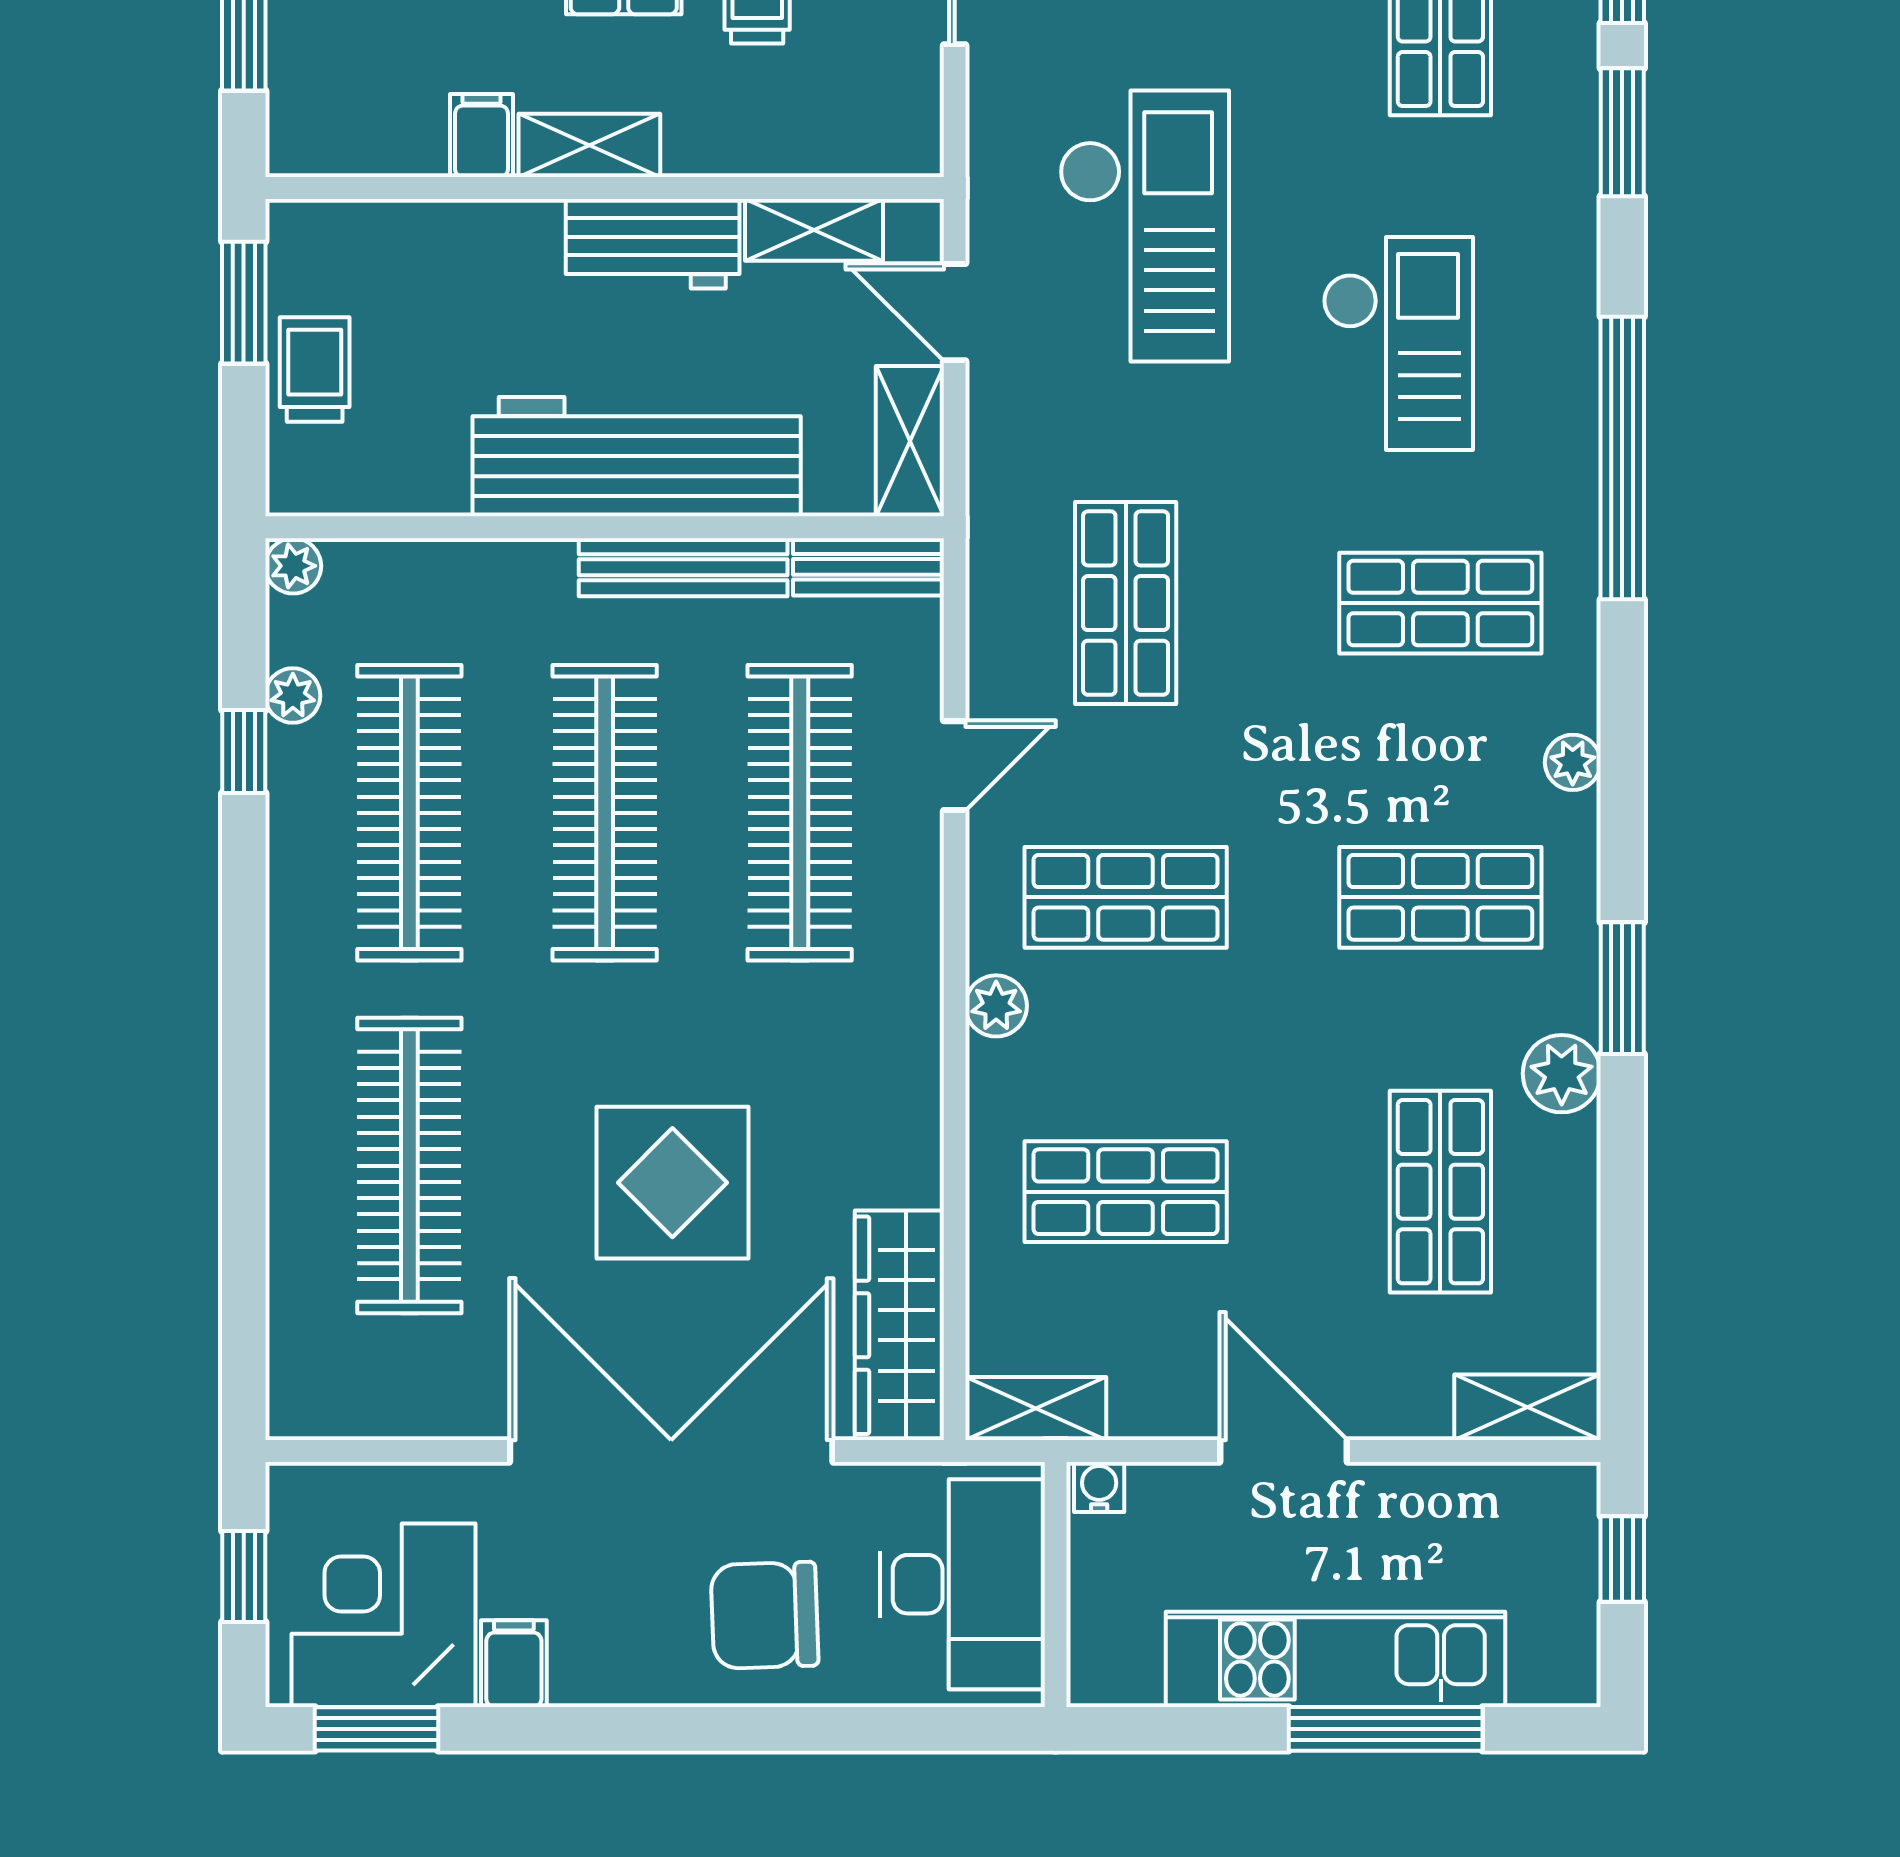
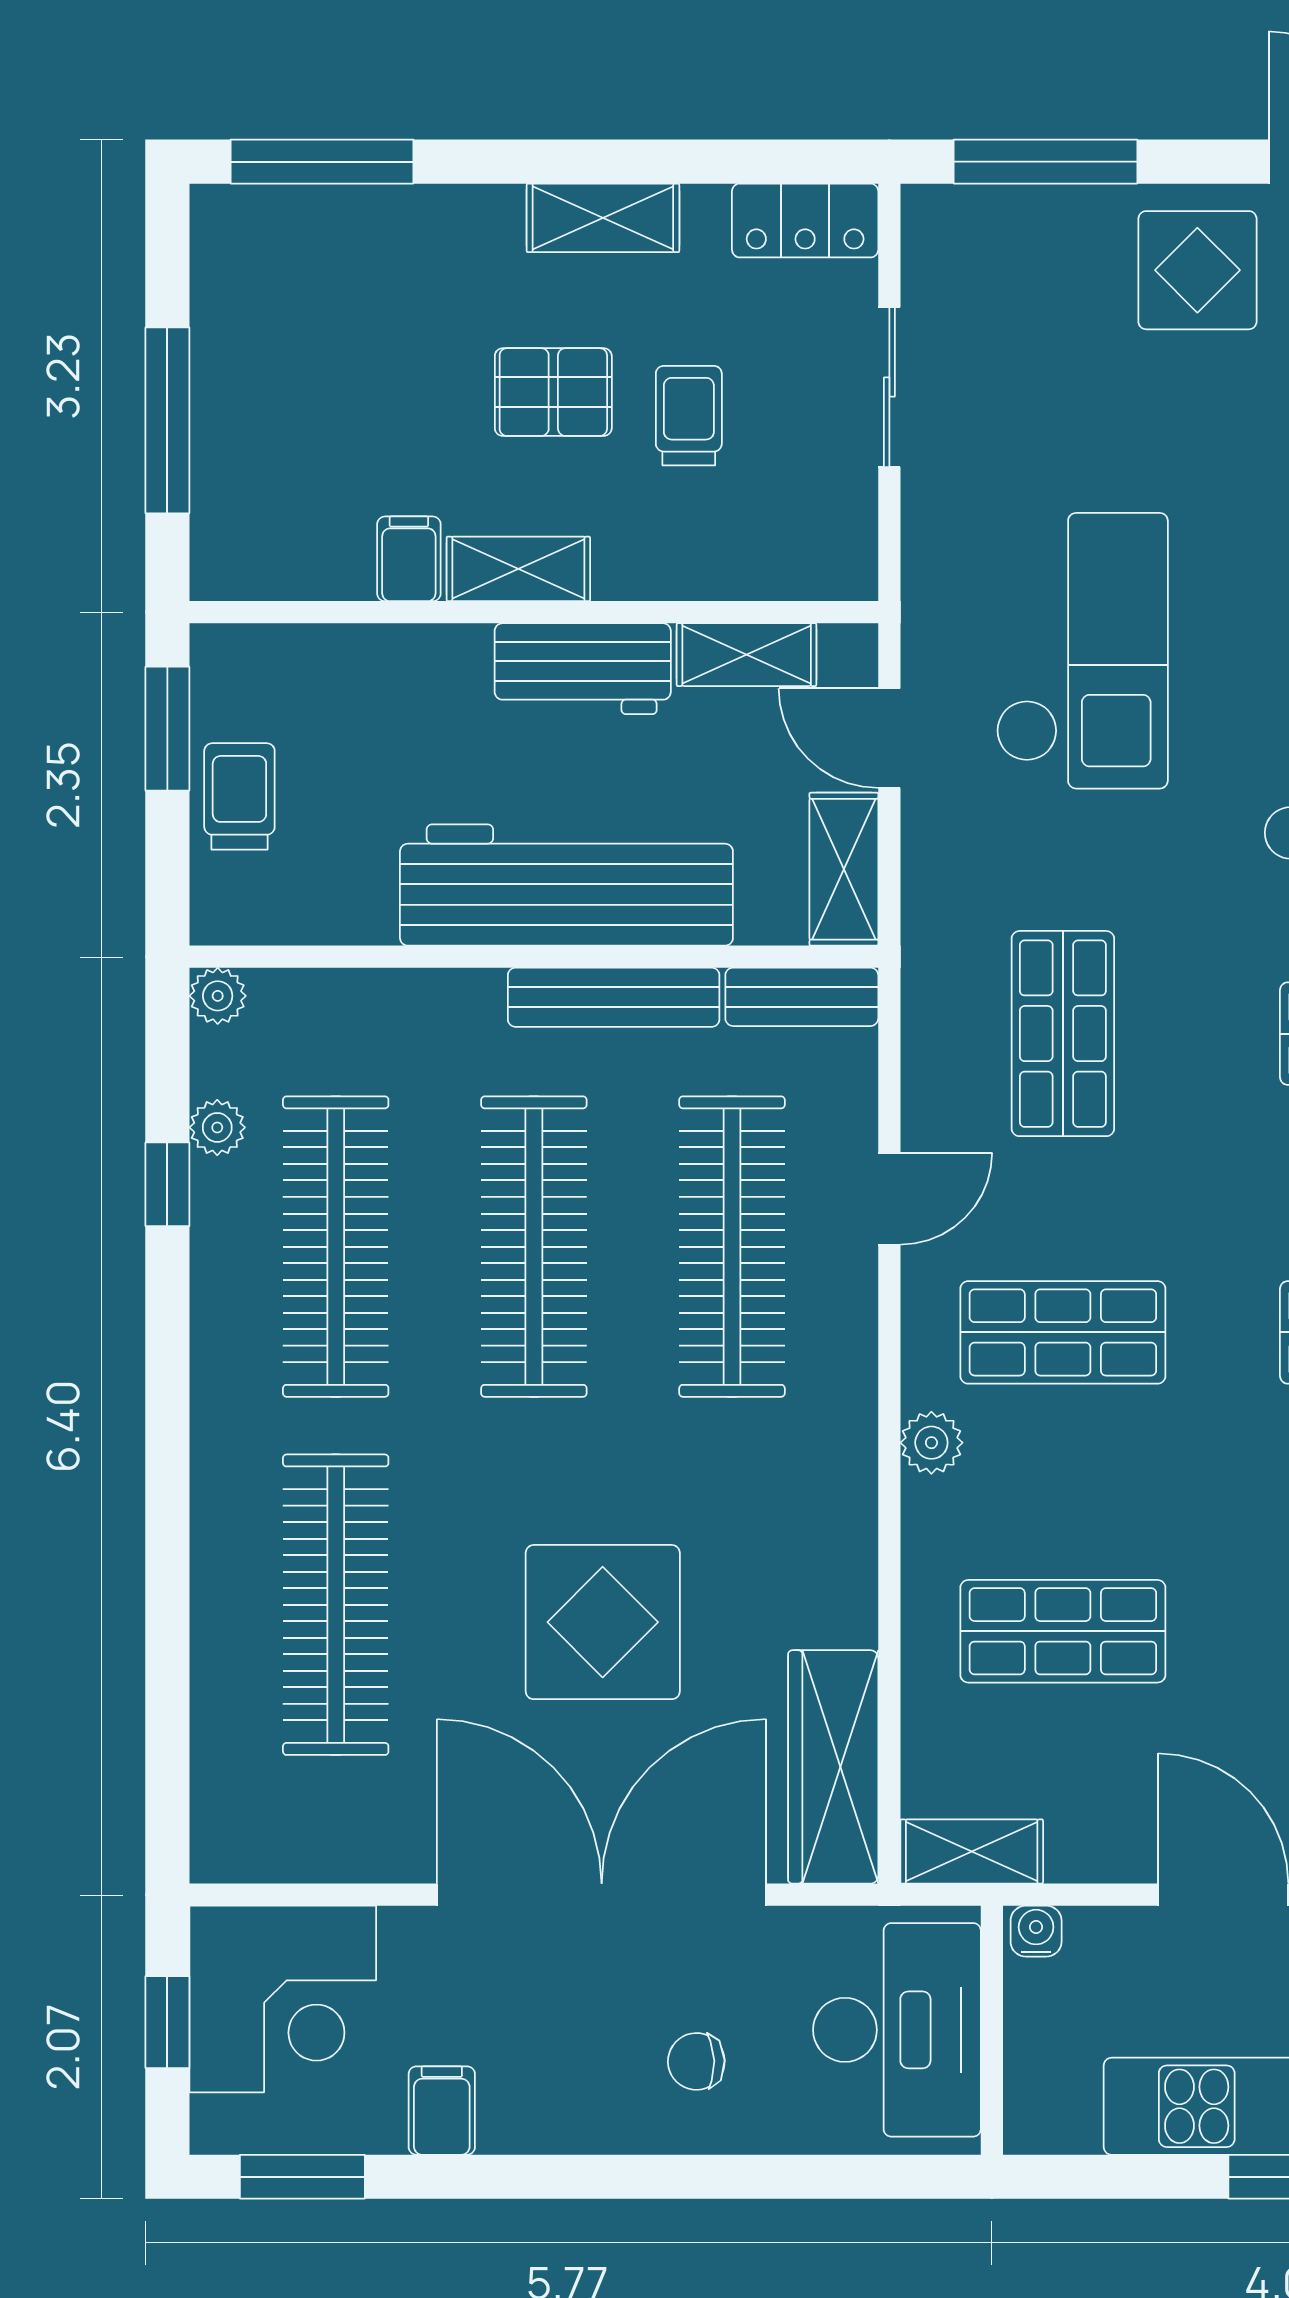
corner desk: (384, 1615) -> (283, 1999), moved, turned 180
chair: (765, 1615) -> (696, 2061), width x0.54, depth x0.54

